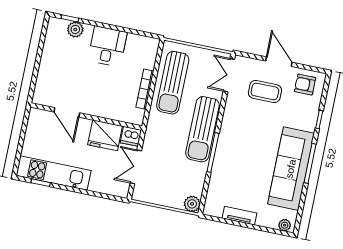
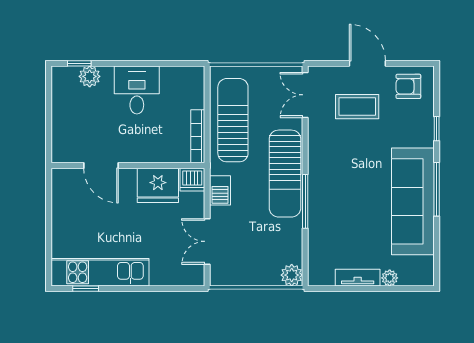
sun lounger: (173, 83) -> (233, 120), turned 180
door: (67, 112) -> (101, 166), moved
wall: (86, 116) -> (128, 166), moved
barbecue: (153, 132) -> (220, 190), added
fridge: (105, 135) -> (158, 185), moved
dishwasher: (131, 136) -> (192, 180), moved
plant: (285, 225) -> (390, 278), moved

